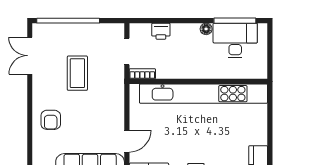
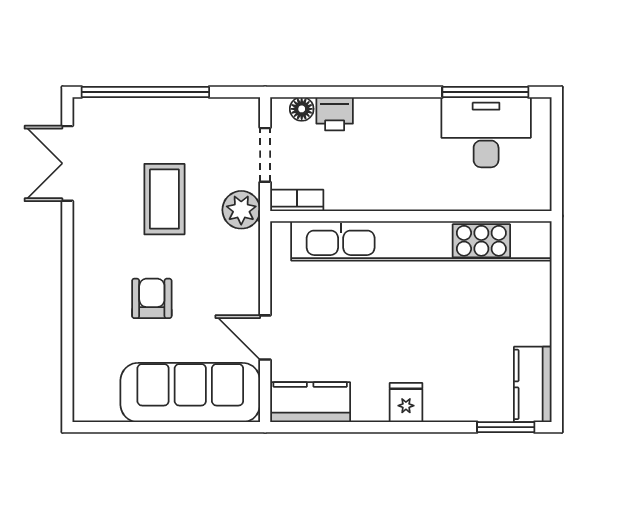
floor lamp: (206, 29) -> (302, 109), moved
plant: (115, 78) -> (241, 210), added
armchair: (51, 120) -> (152, 298), moved, turned 180
door: (127, 141) -> (265, 338), swing flipped

